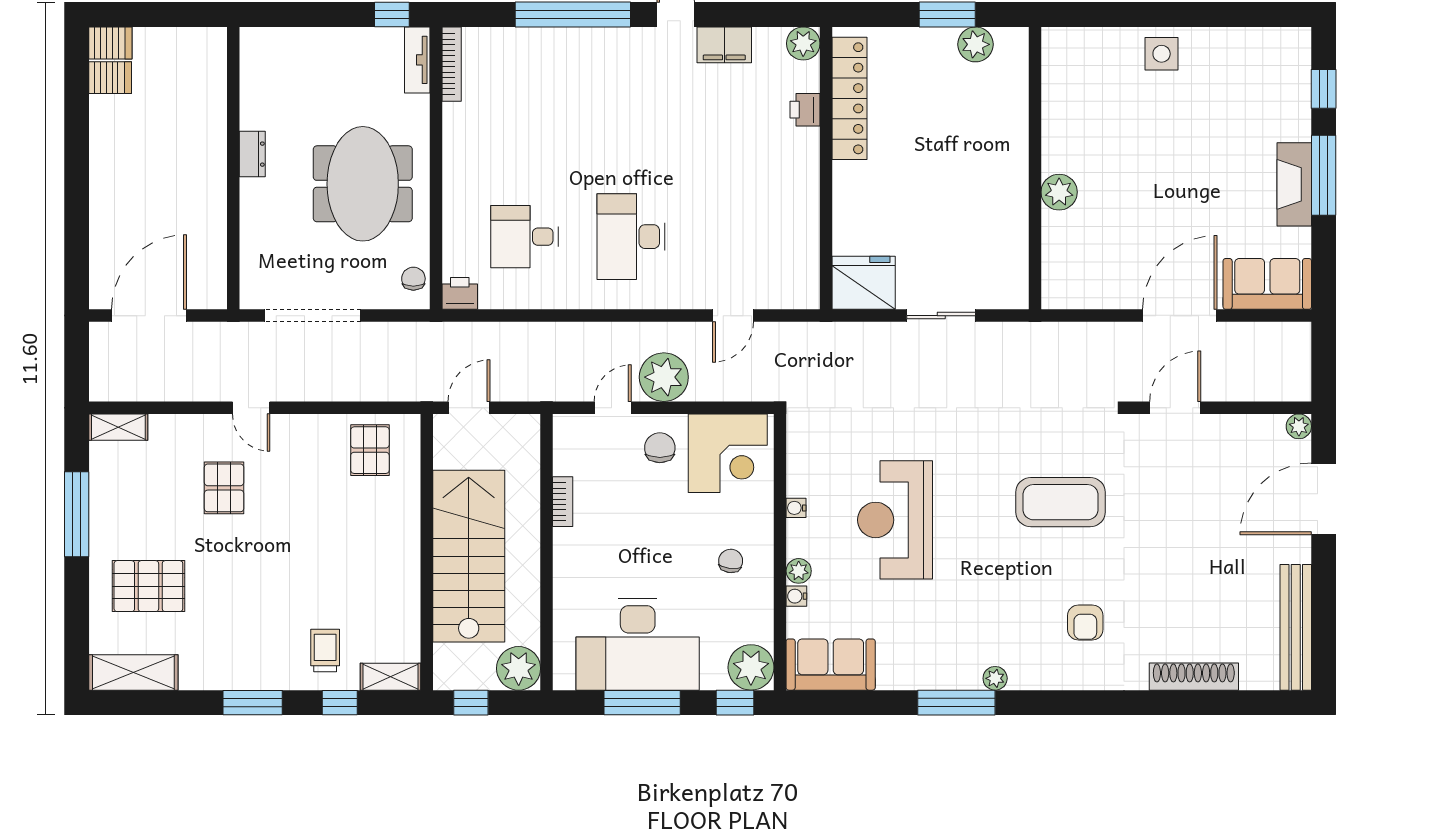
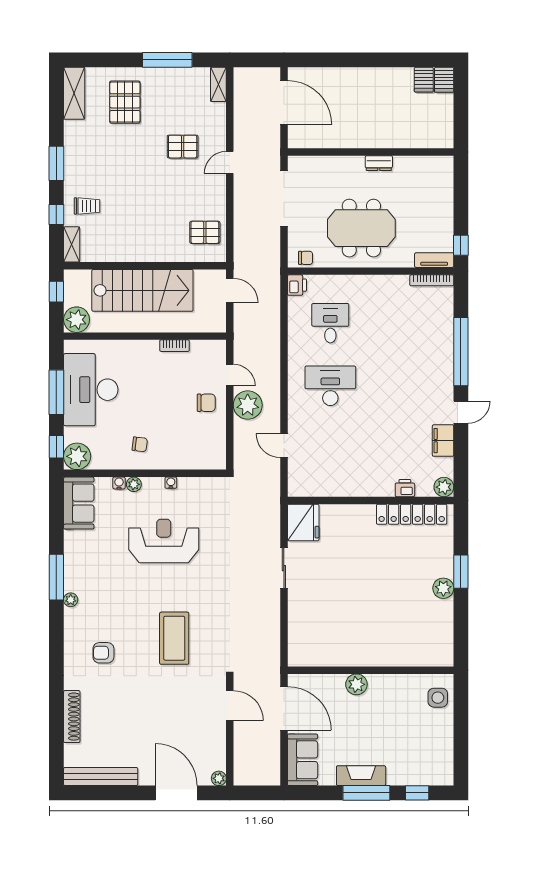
wall: (1035, 168) -> (371, 670), moved
plant: (1059, 192) -> (356, 684), moved
corner desk: (728, 453) -> (203, 443), removed

